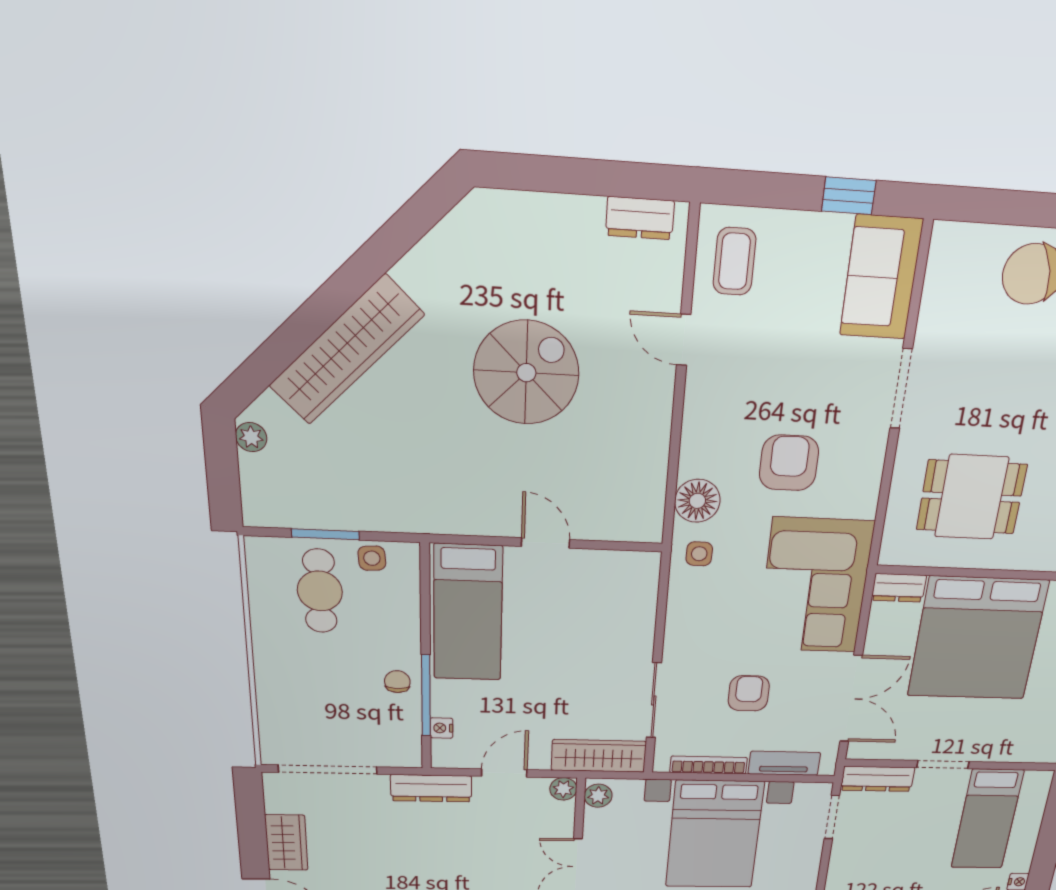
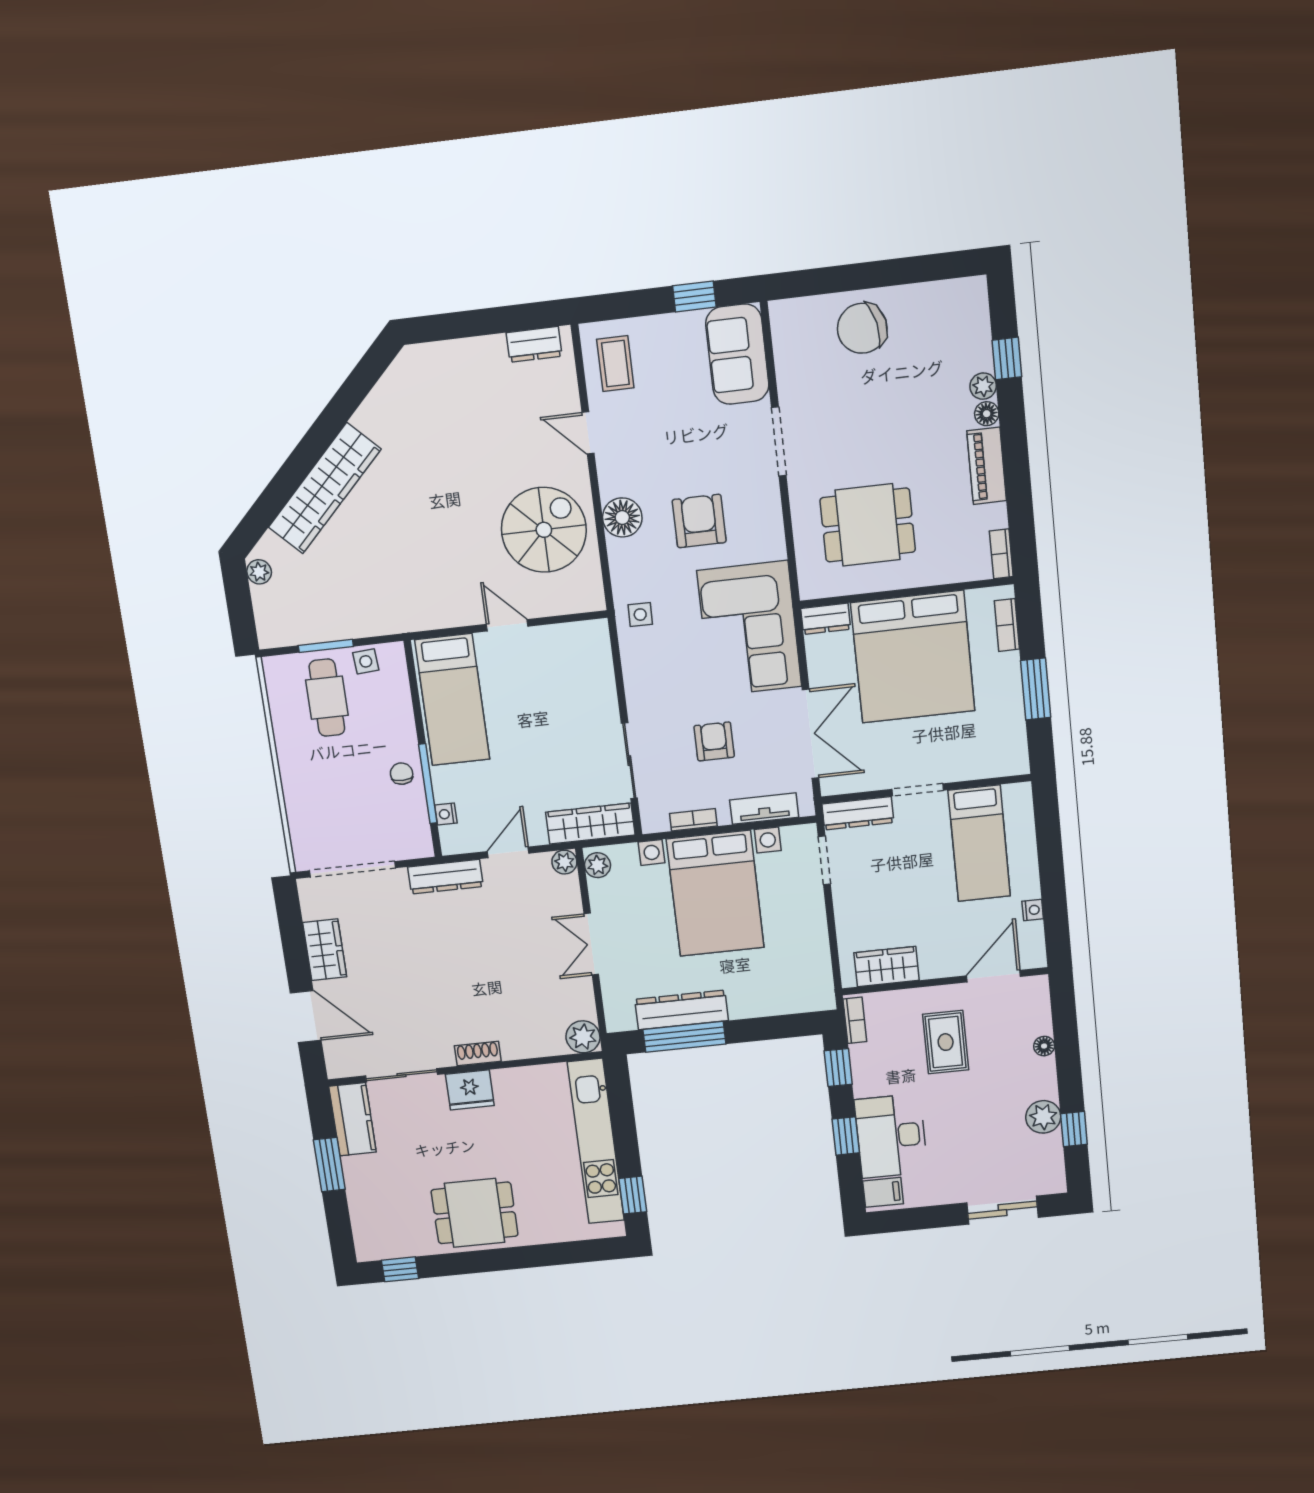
spiral stairs: (526, 373) -> (544, 530), moved
floor lamp: (697, 501) -> (622, 517), moved
bookcase: (709, 765) -> (693, 820), width x0.64

